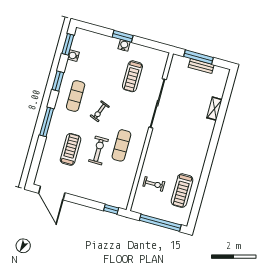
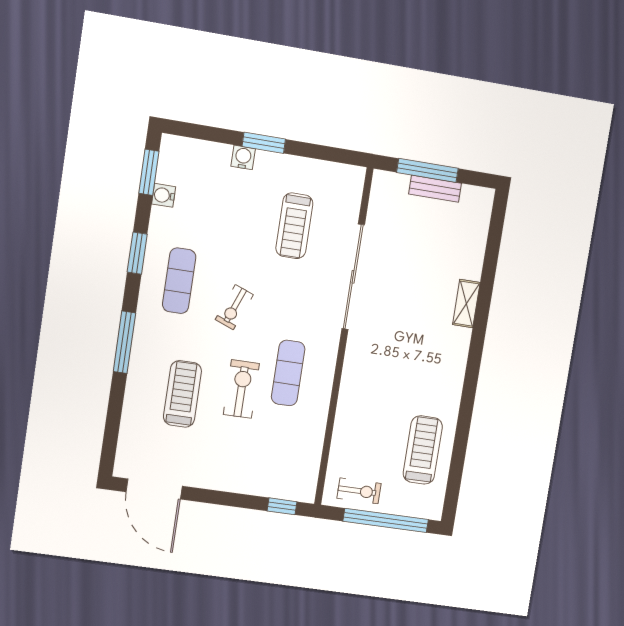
water cooler: (124, 45) -> (243, 157), moved
shelving: (214, 109) -> (466, 304), moved
exercise bike: (154, 184) -> (359, 491), moved
treadmill: (182, 191) -> (423, 450), turned 180

